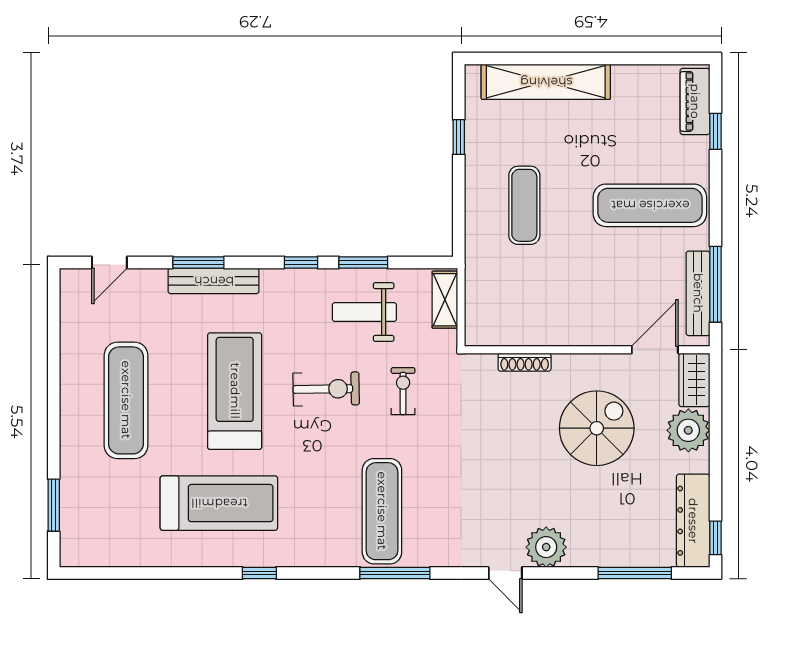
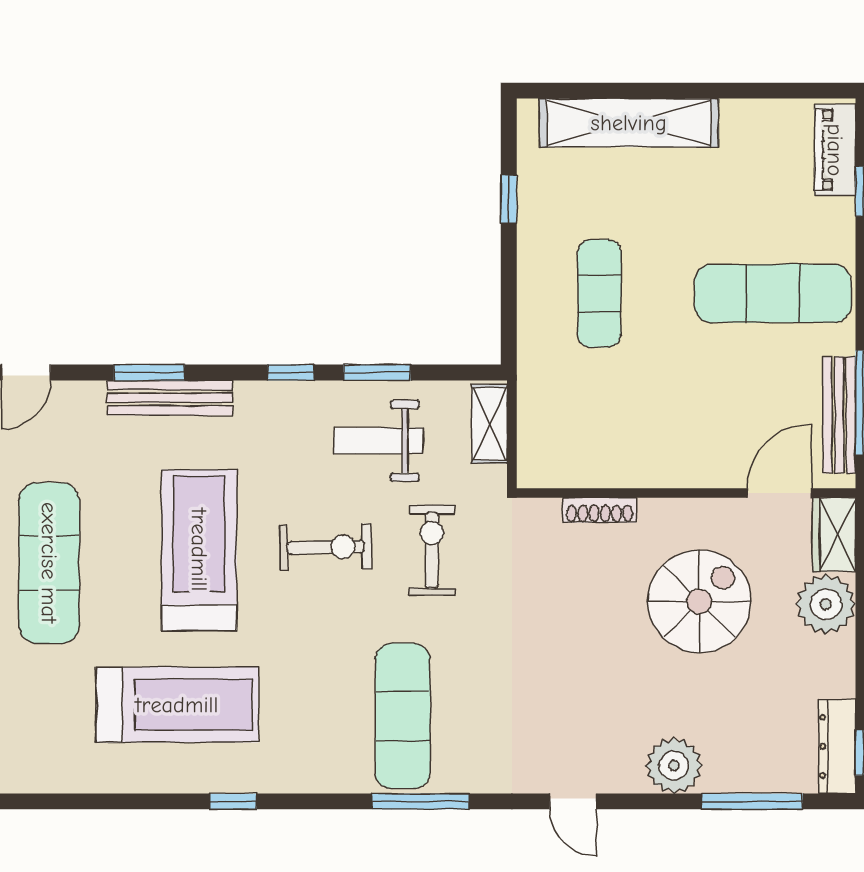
exercise bike: (403, 391) -> (432, 550), width x1.38, depth x1.39
dresser: (693, 521) -> (837, 746), width x0.73, depth x0.80
plant: (546, 547) -> (674, 766), moved

